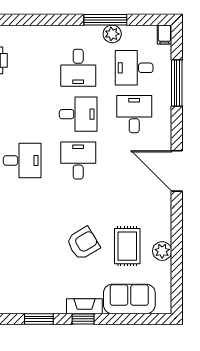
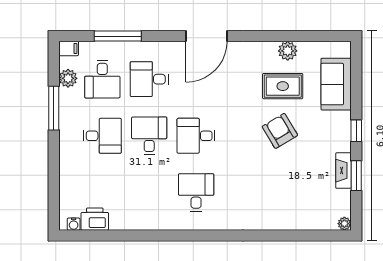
plant: (112, 34) -> (68, 78), moved
fireplace: (84, 306) -> (343, 171), moved

